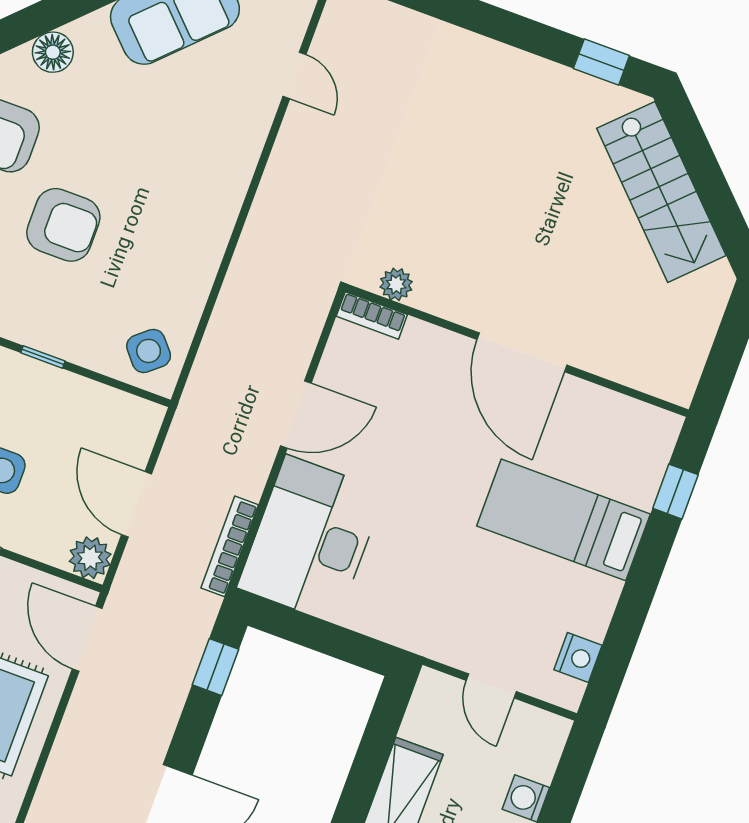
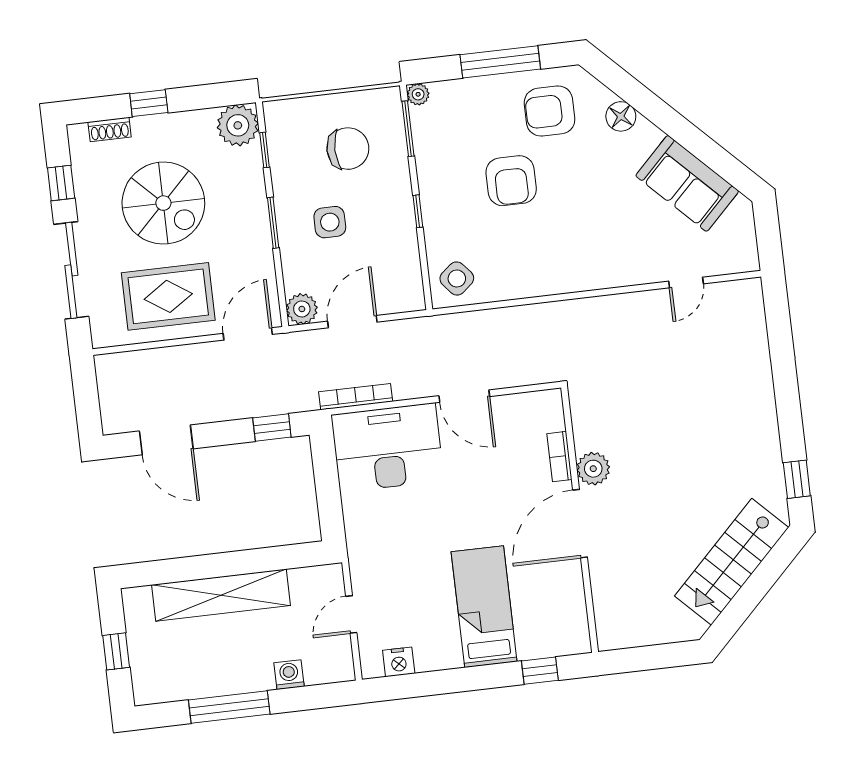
plant: (396, 284) -> (593, 469), moved, width x1.38, depth x1.38
bookcase: (372, 315) -> (559, 457), moved

